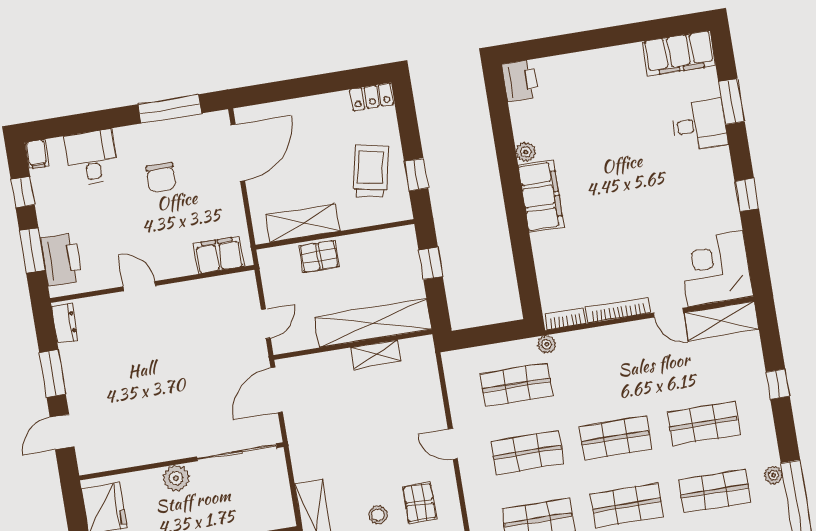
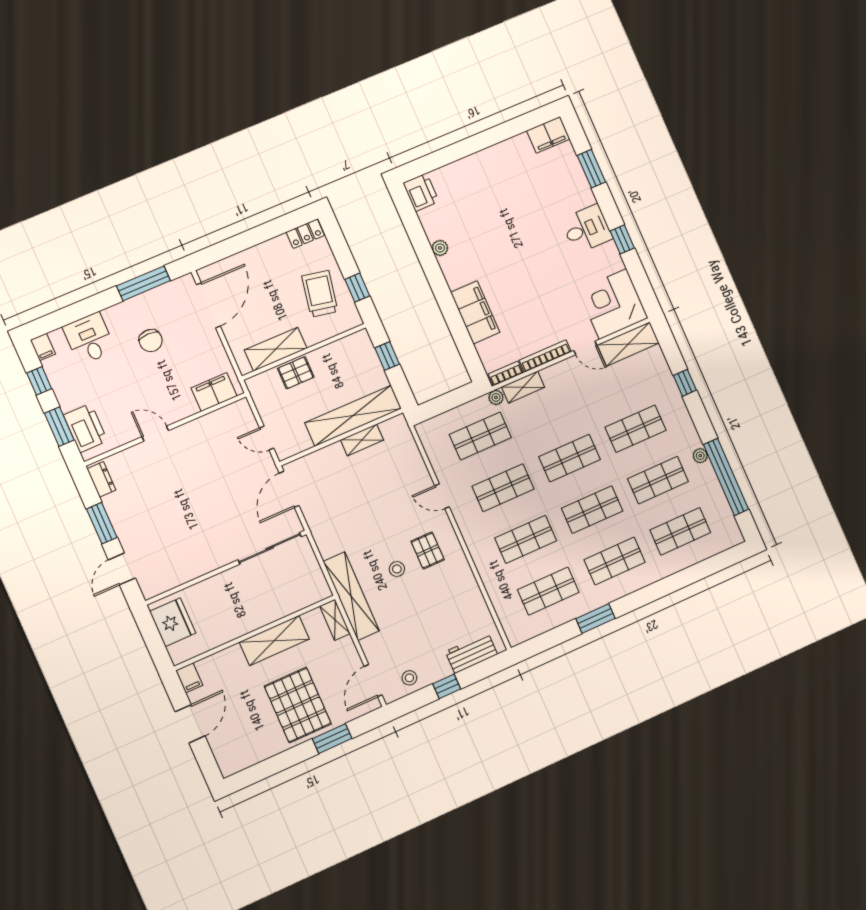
filing cabinet: (679, 53) -> (548, 135), width x0.67, depth x0.86
desk: (699, 125) -> (587, 229), moved
filing cabinet: (541, 196) -> (475, 312), moved
door: (266, 324) -> (267, 438), swing flipped
shelving: (582, 340) -> (523, 387), added
plant: (176, 478) -> (225, 582), removed

